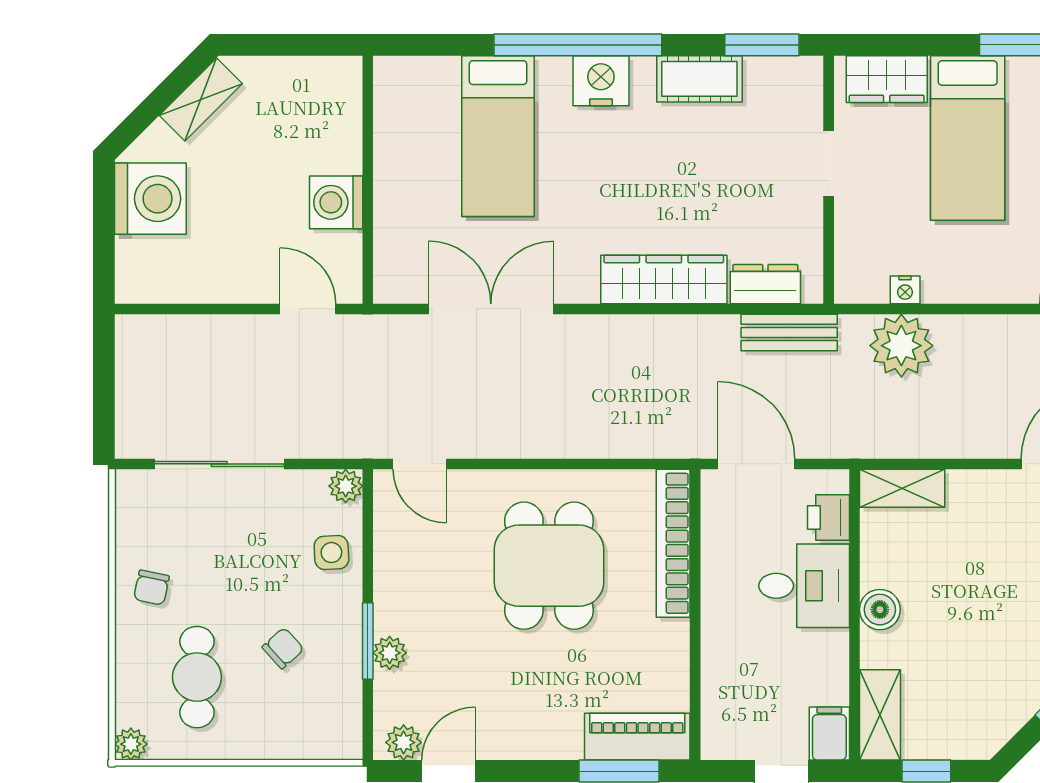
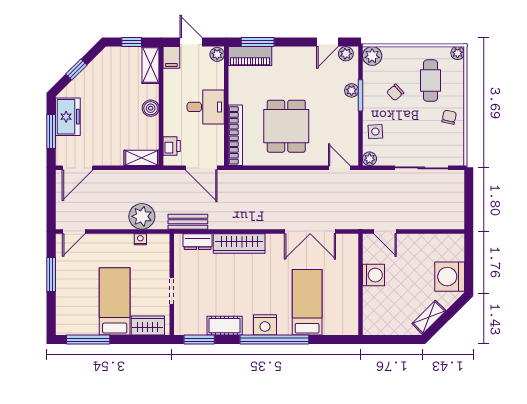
desk: (804, 586) -> (206, 107), moved, turned 180
plant: (339, 737) -> (372, 56), added
plant: (718, 741) -> (217, 54), added

